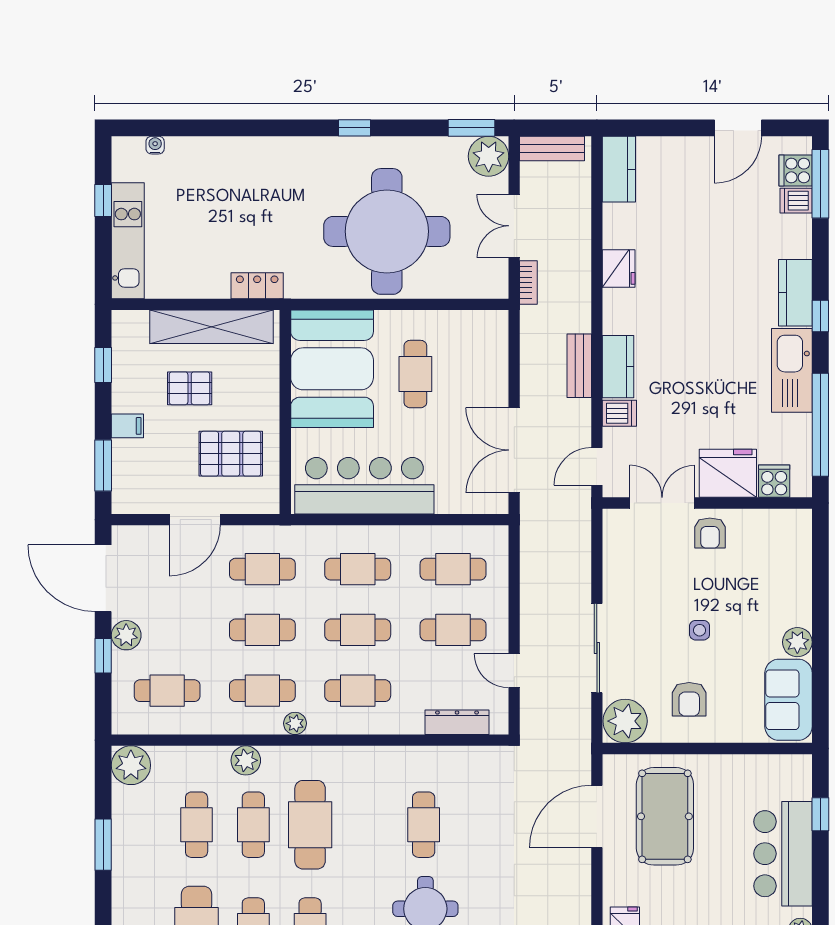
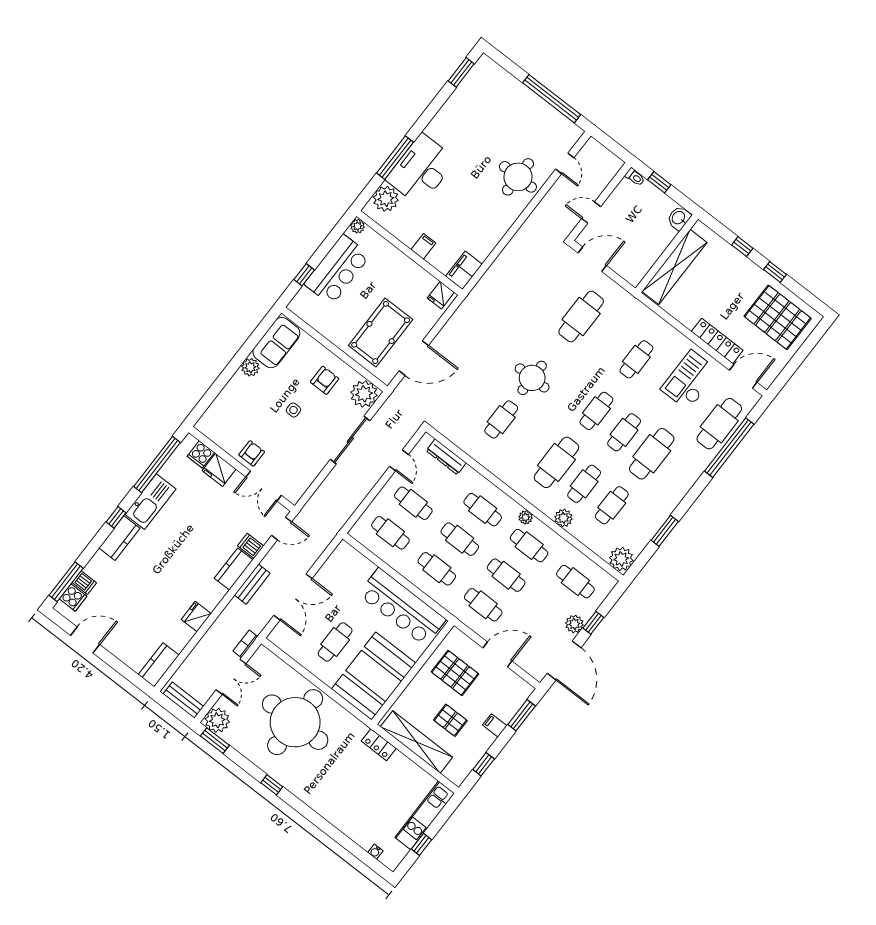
double door: (514, 450) -> (293, 597), moved
fridge: (728, 473) -> (219, 470), width x0.73, depth x0.75

